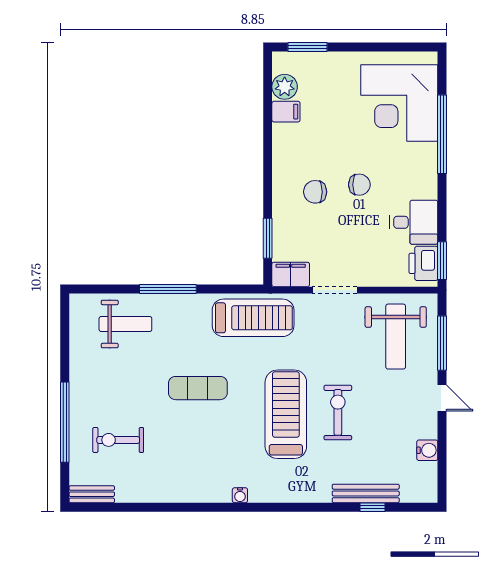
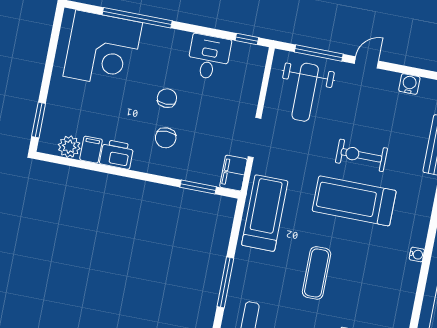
window: (442, 261) -> (247, 39), width x0.67
printer: (423, 263) -> (117, 154), moved, turned 180
weight bench: (396, 337) -> (305, 92), turned 90

